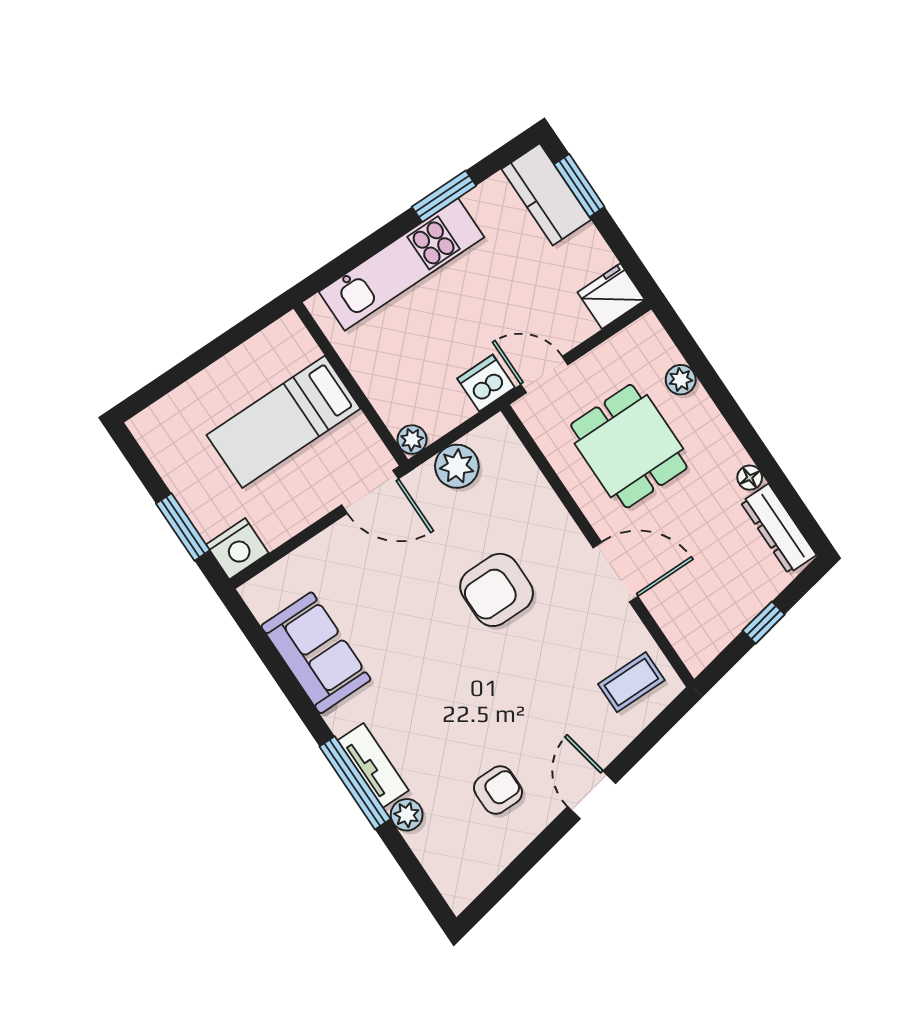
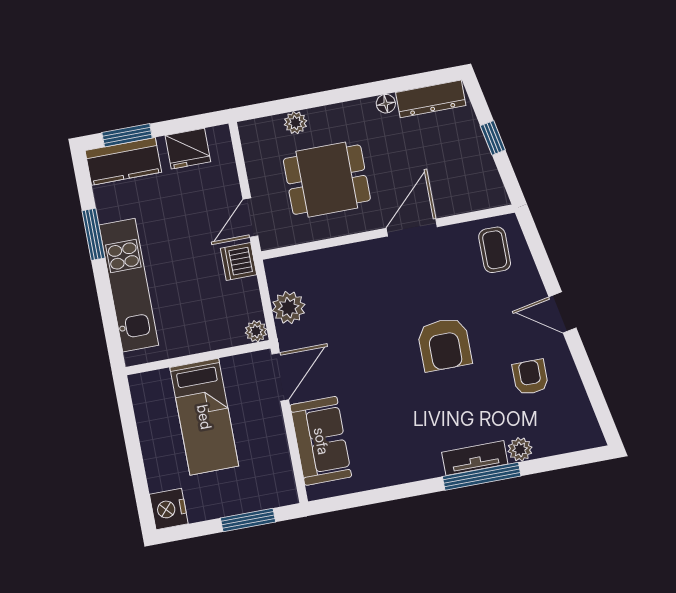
fridge: (611, 296) -> (188, 149), moved, turned -90
nightstand: (237, 549) -> (169, 509), moved, turned 180
armchair: (497, 590) -> (444, 344), moved
sofa: (316, 653) -> (321, 441), moved, turned 90

